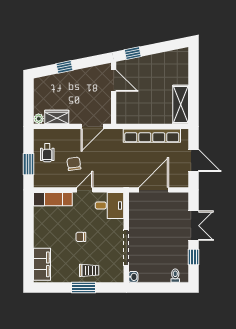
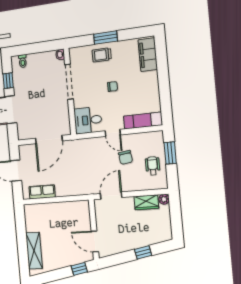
shelving: (181, 105) -> (34, 251), moved
row of seats: (152, 136) -> (42, 192), width x0.50
door: (85, 190) -> (113, 133), hinge flipped

